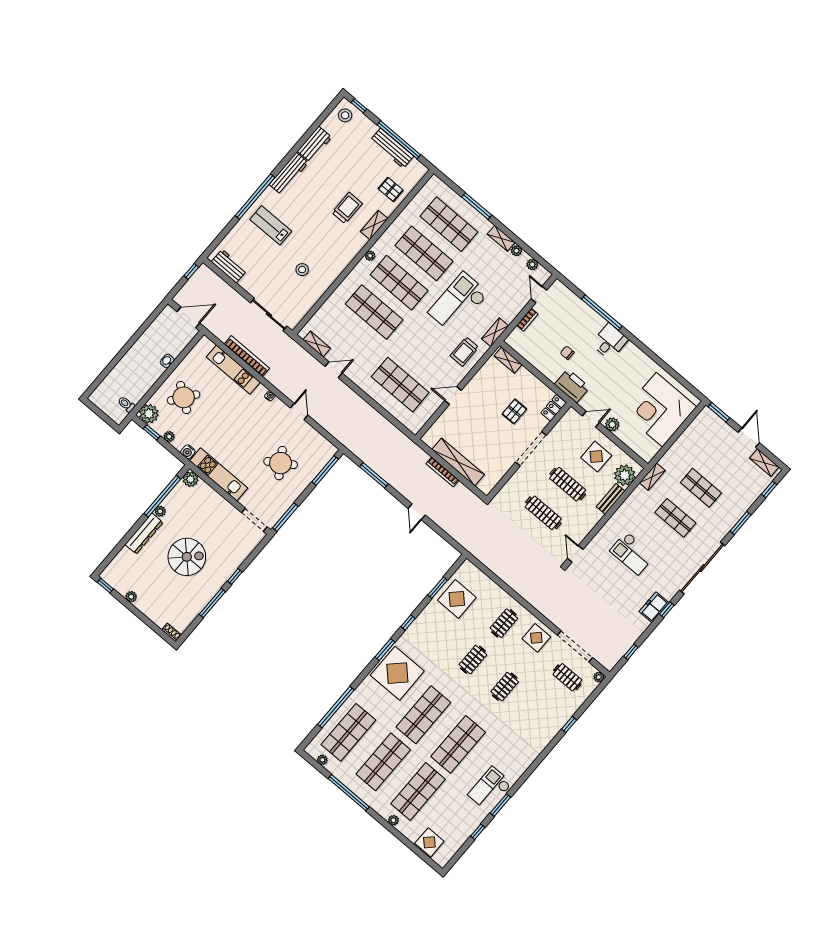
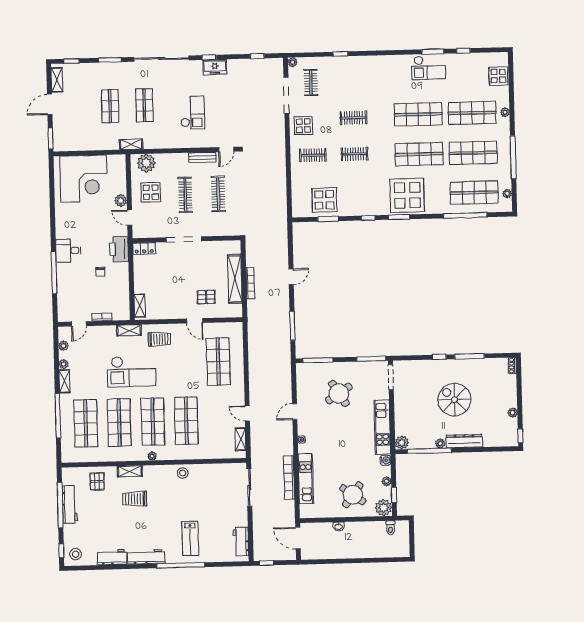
window: (477, 206) -> (58, 416), width x1.46
stool: (302, 270) -> (183, 473), moved
pallet: (514, 411) -> (206, 297), moved
bench: (611, 499) -> (202, 157), moved

